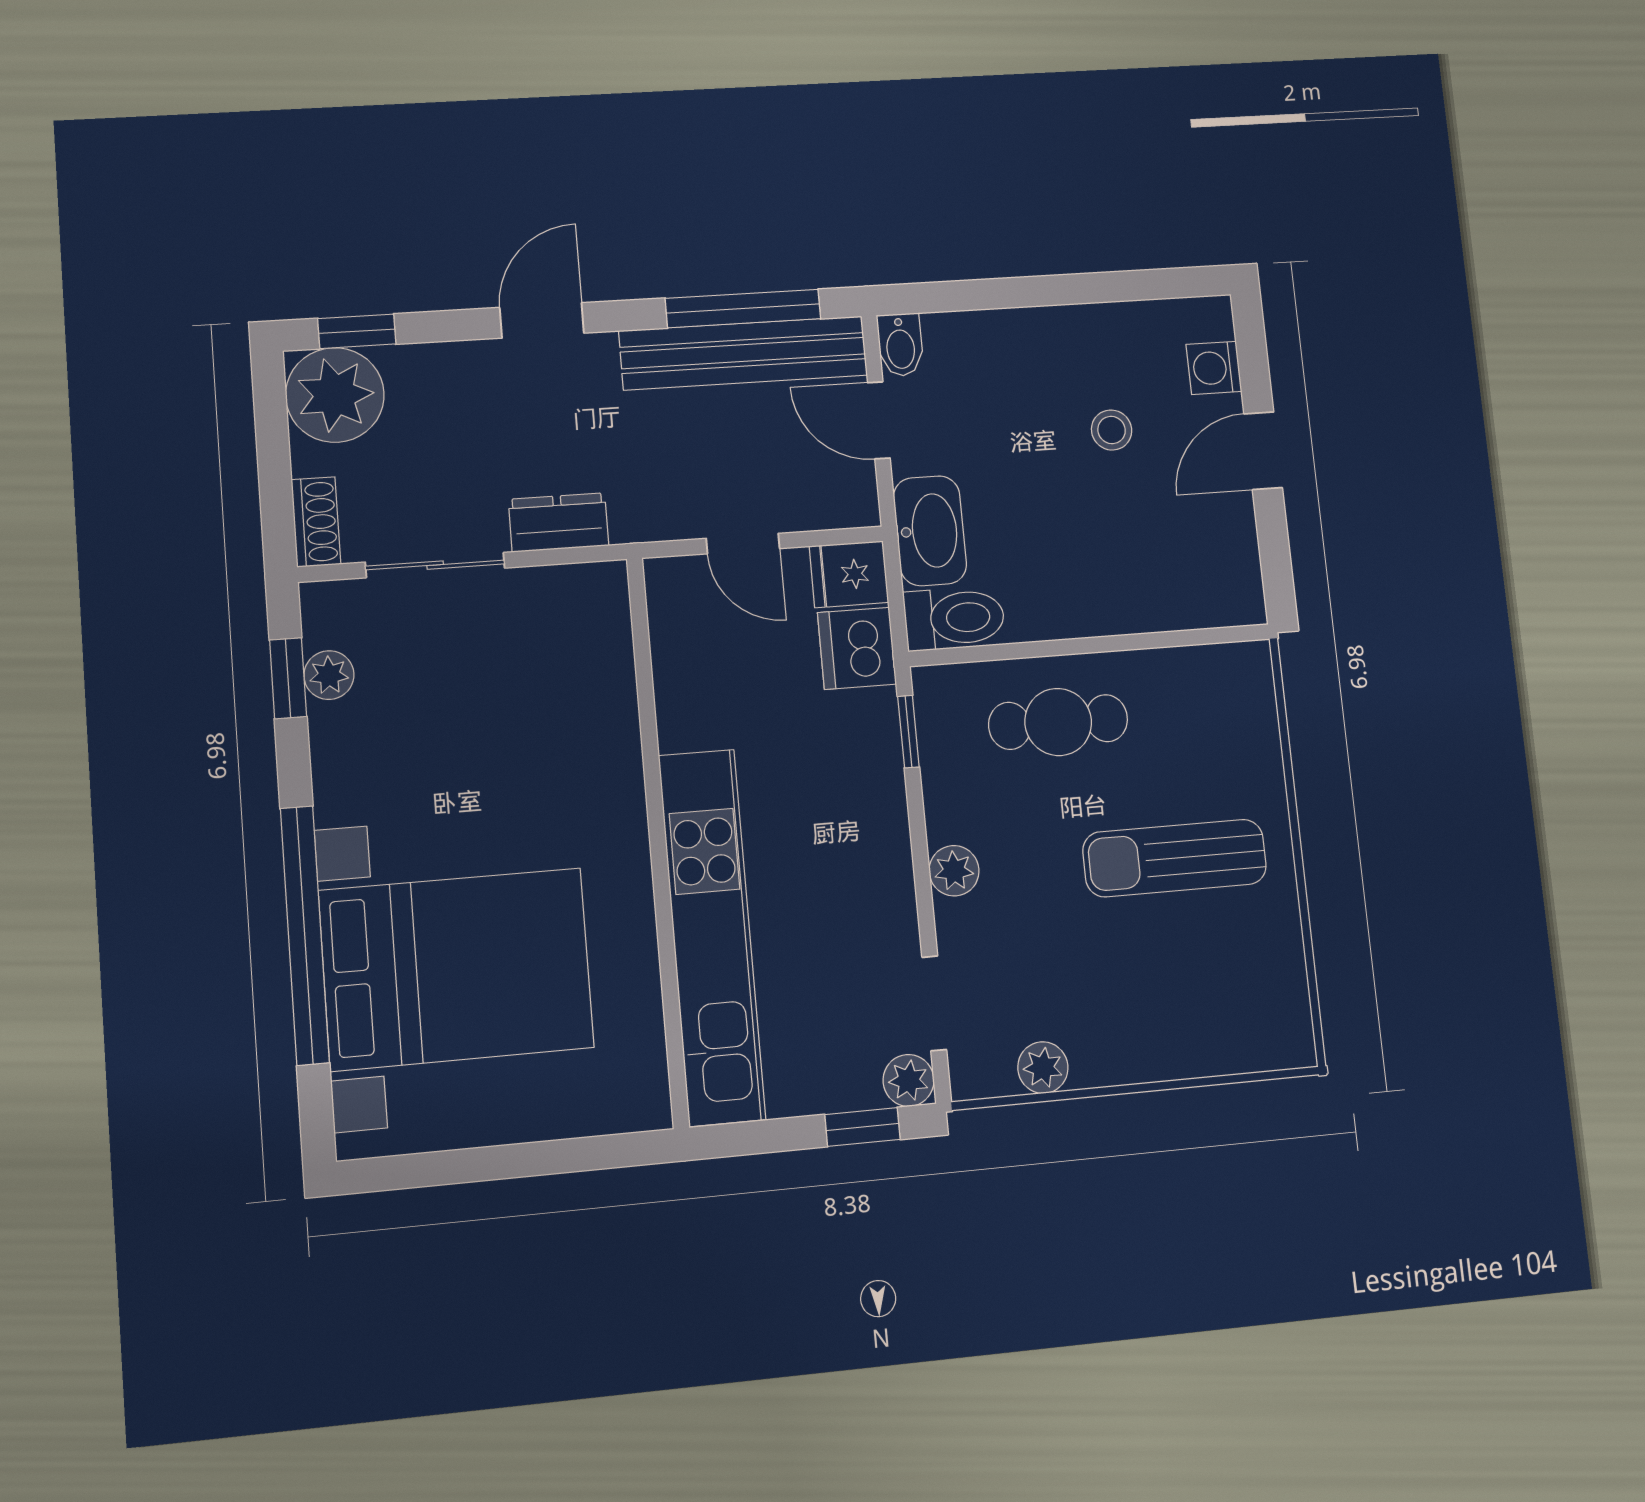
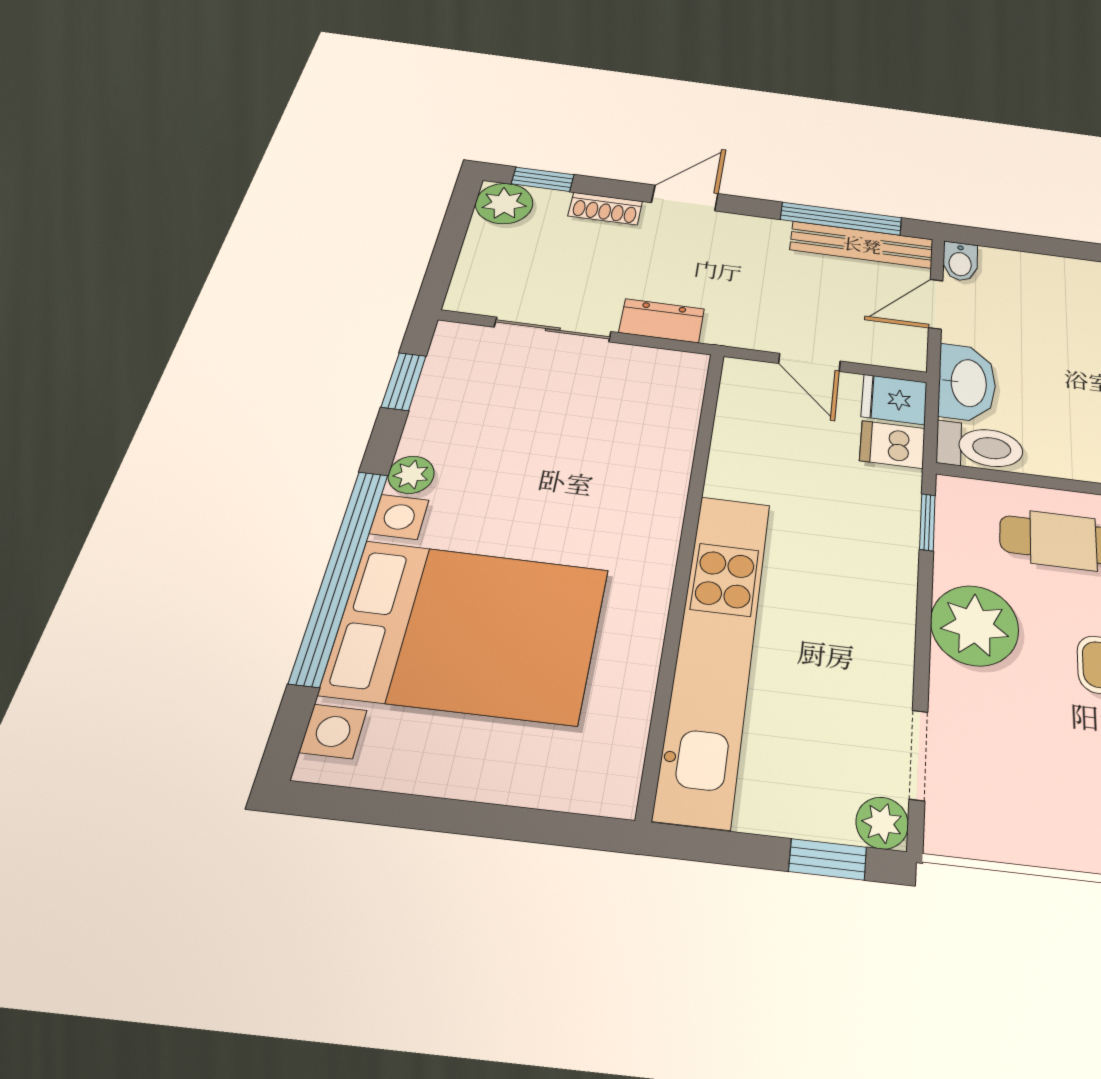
bench: (743, 353) -> (862, 245), width x0.73, depth x0.82
plant: (335, 395) -> (504, 203), width x0.73, depth x0.73
door: (879, 420) -> (936, 304), hinge flipped
shoe rack: (316, 522) -> (605, 209), moved, turned 90
dishwasher: (857, 648) -> (892, 444), width x0.73
plant: (329, 675) -> (411, 475), moved
plant: (954, 871) -> (975, 625), width x1.88, depth x1.88
plant: (1043, 1068) -> (1021, 839), removed

